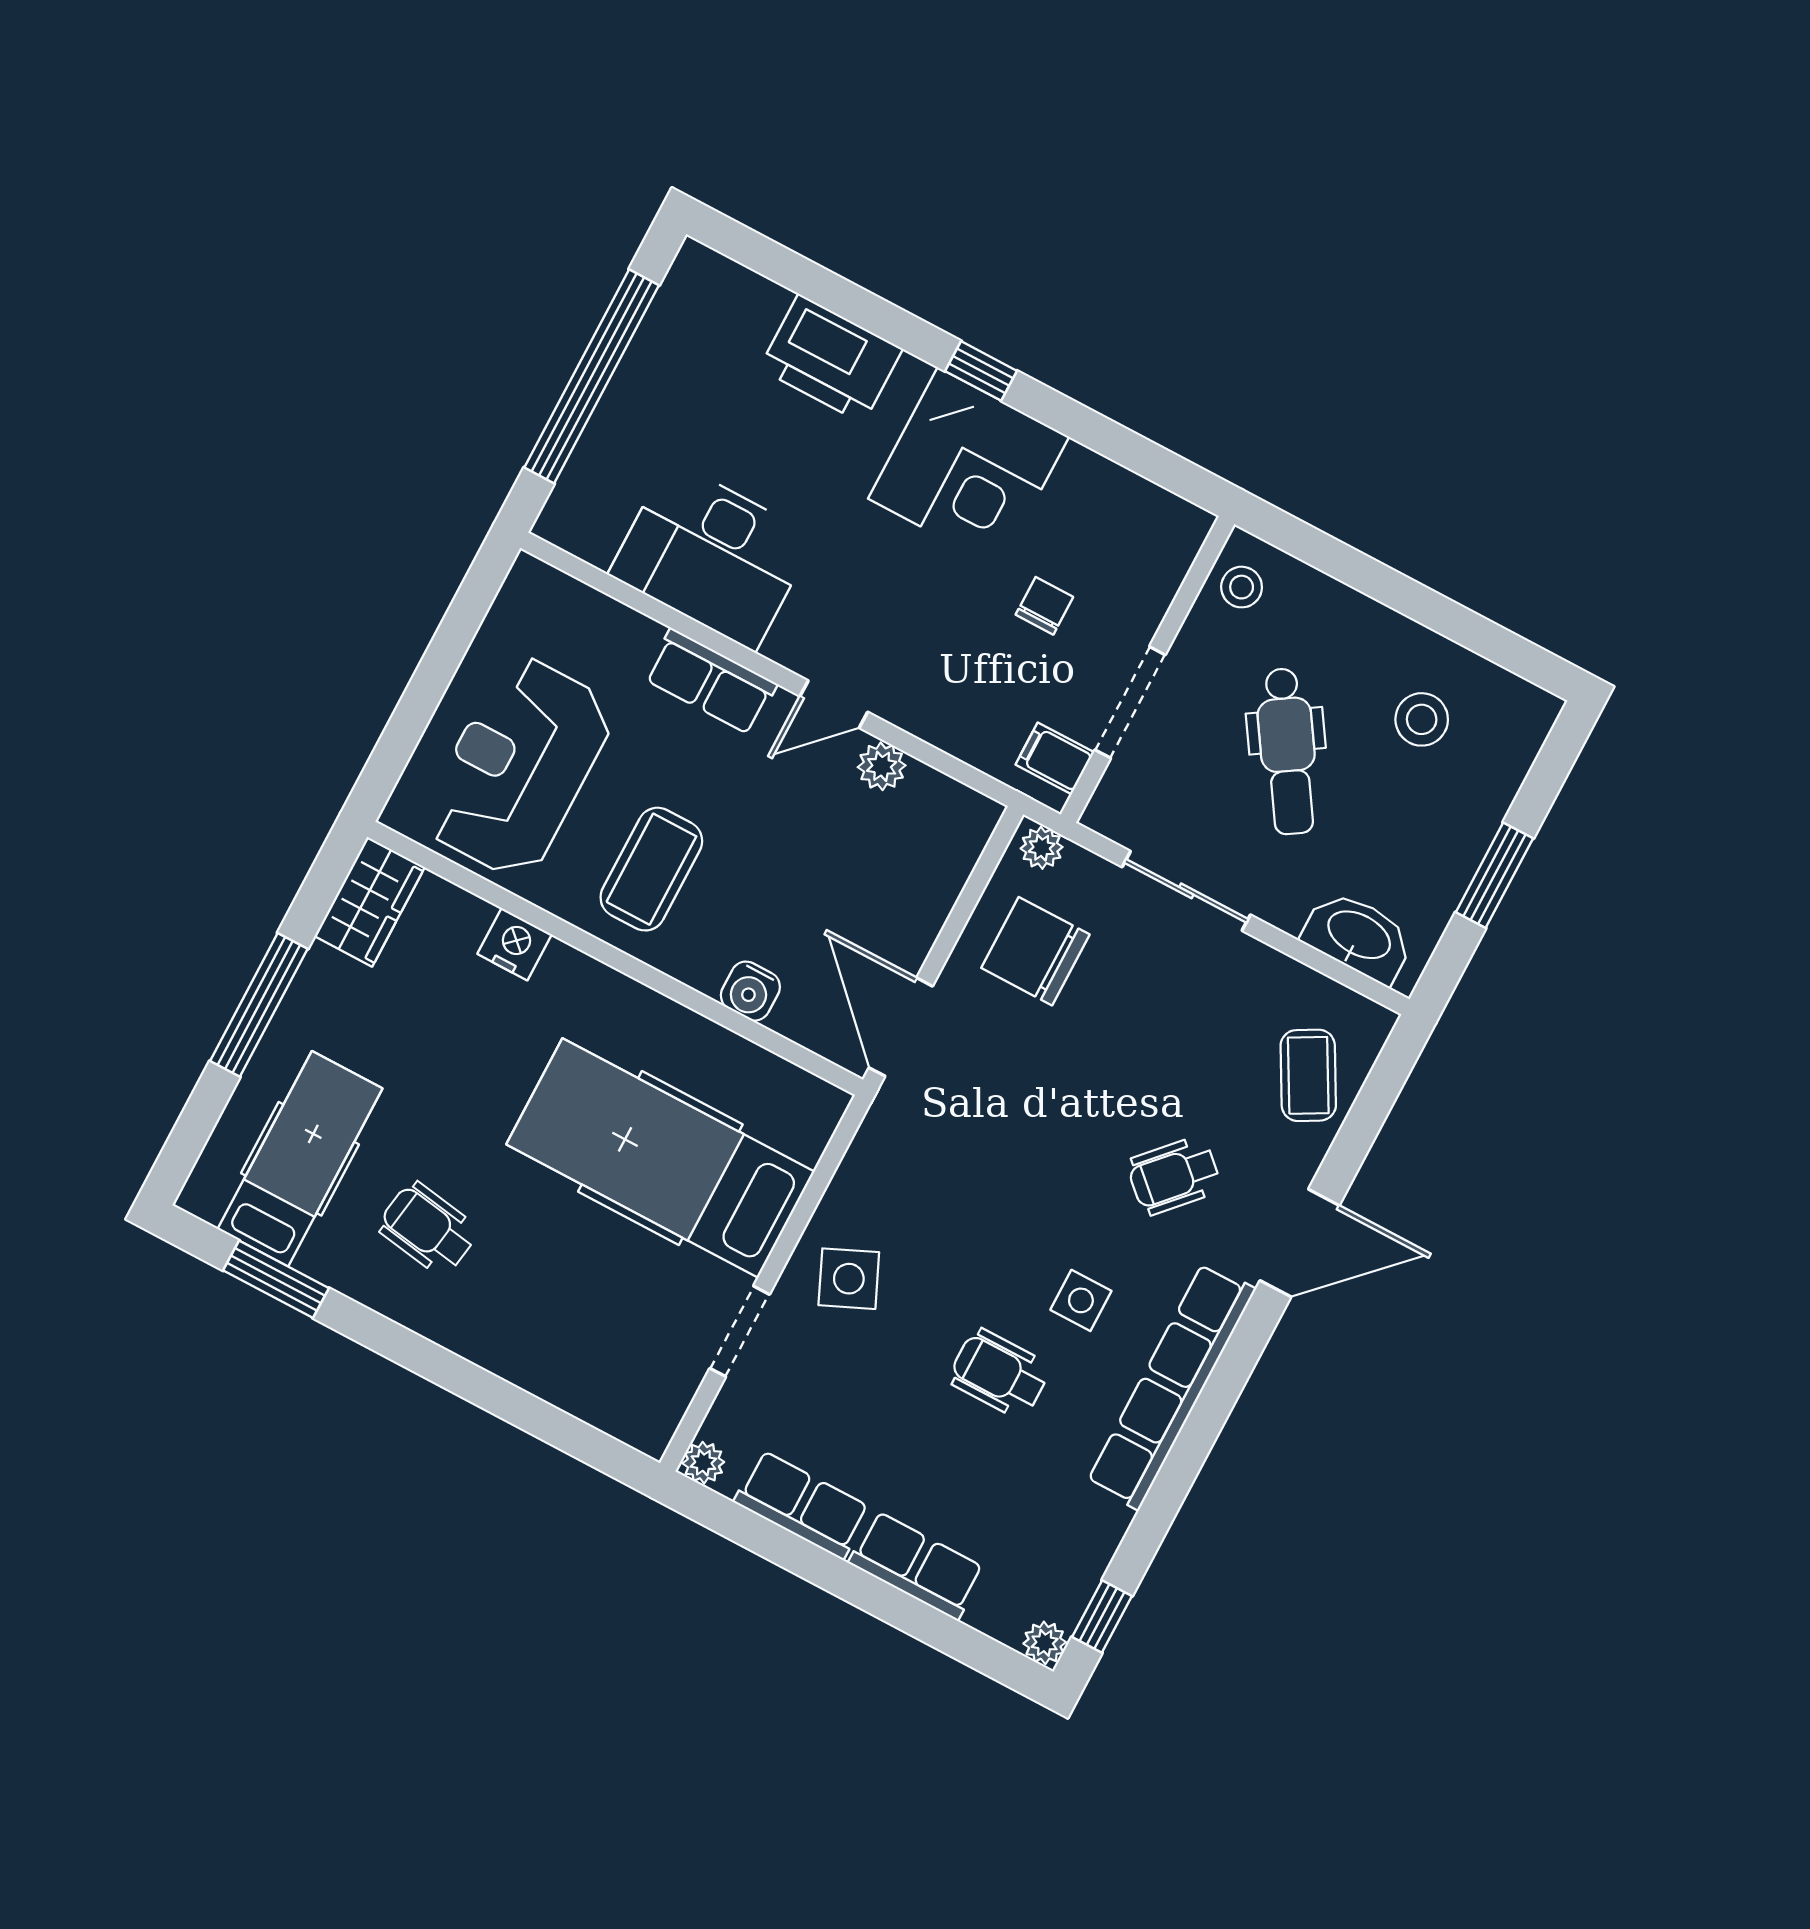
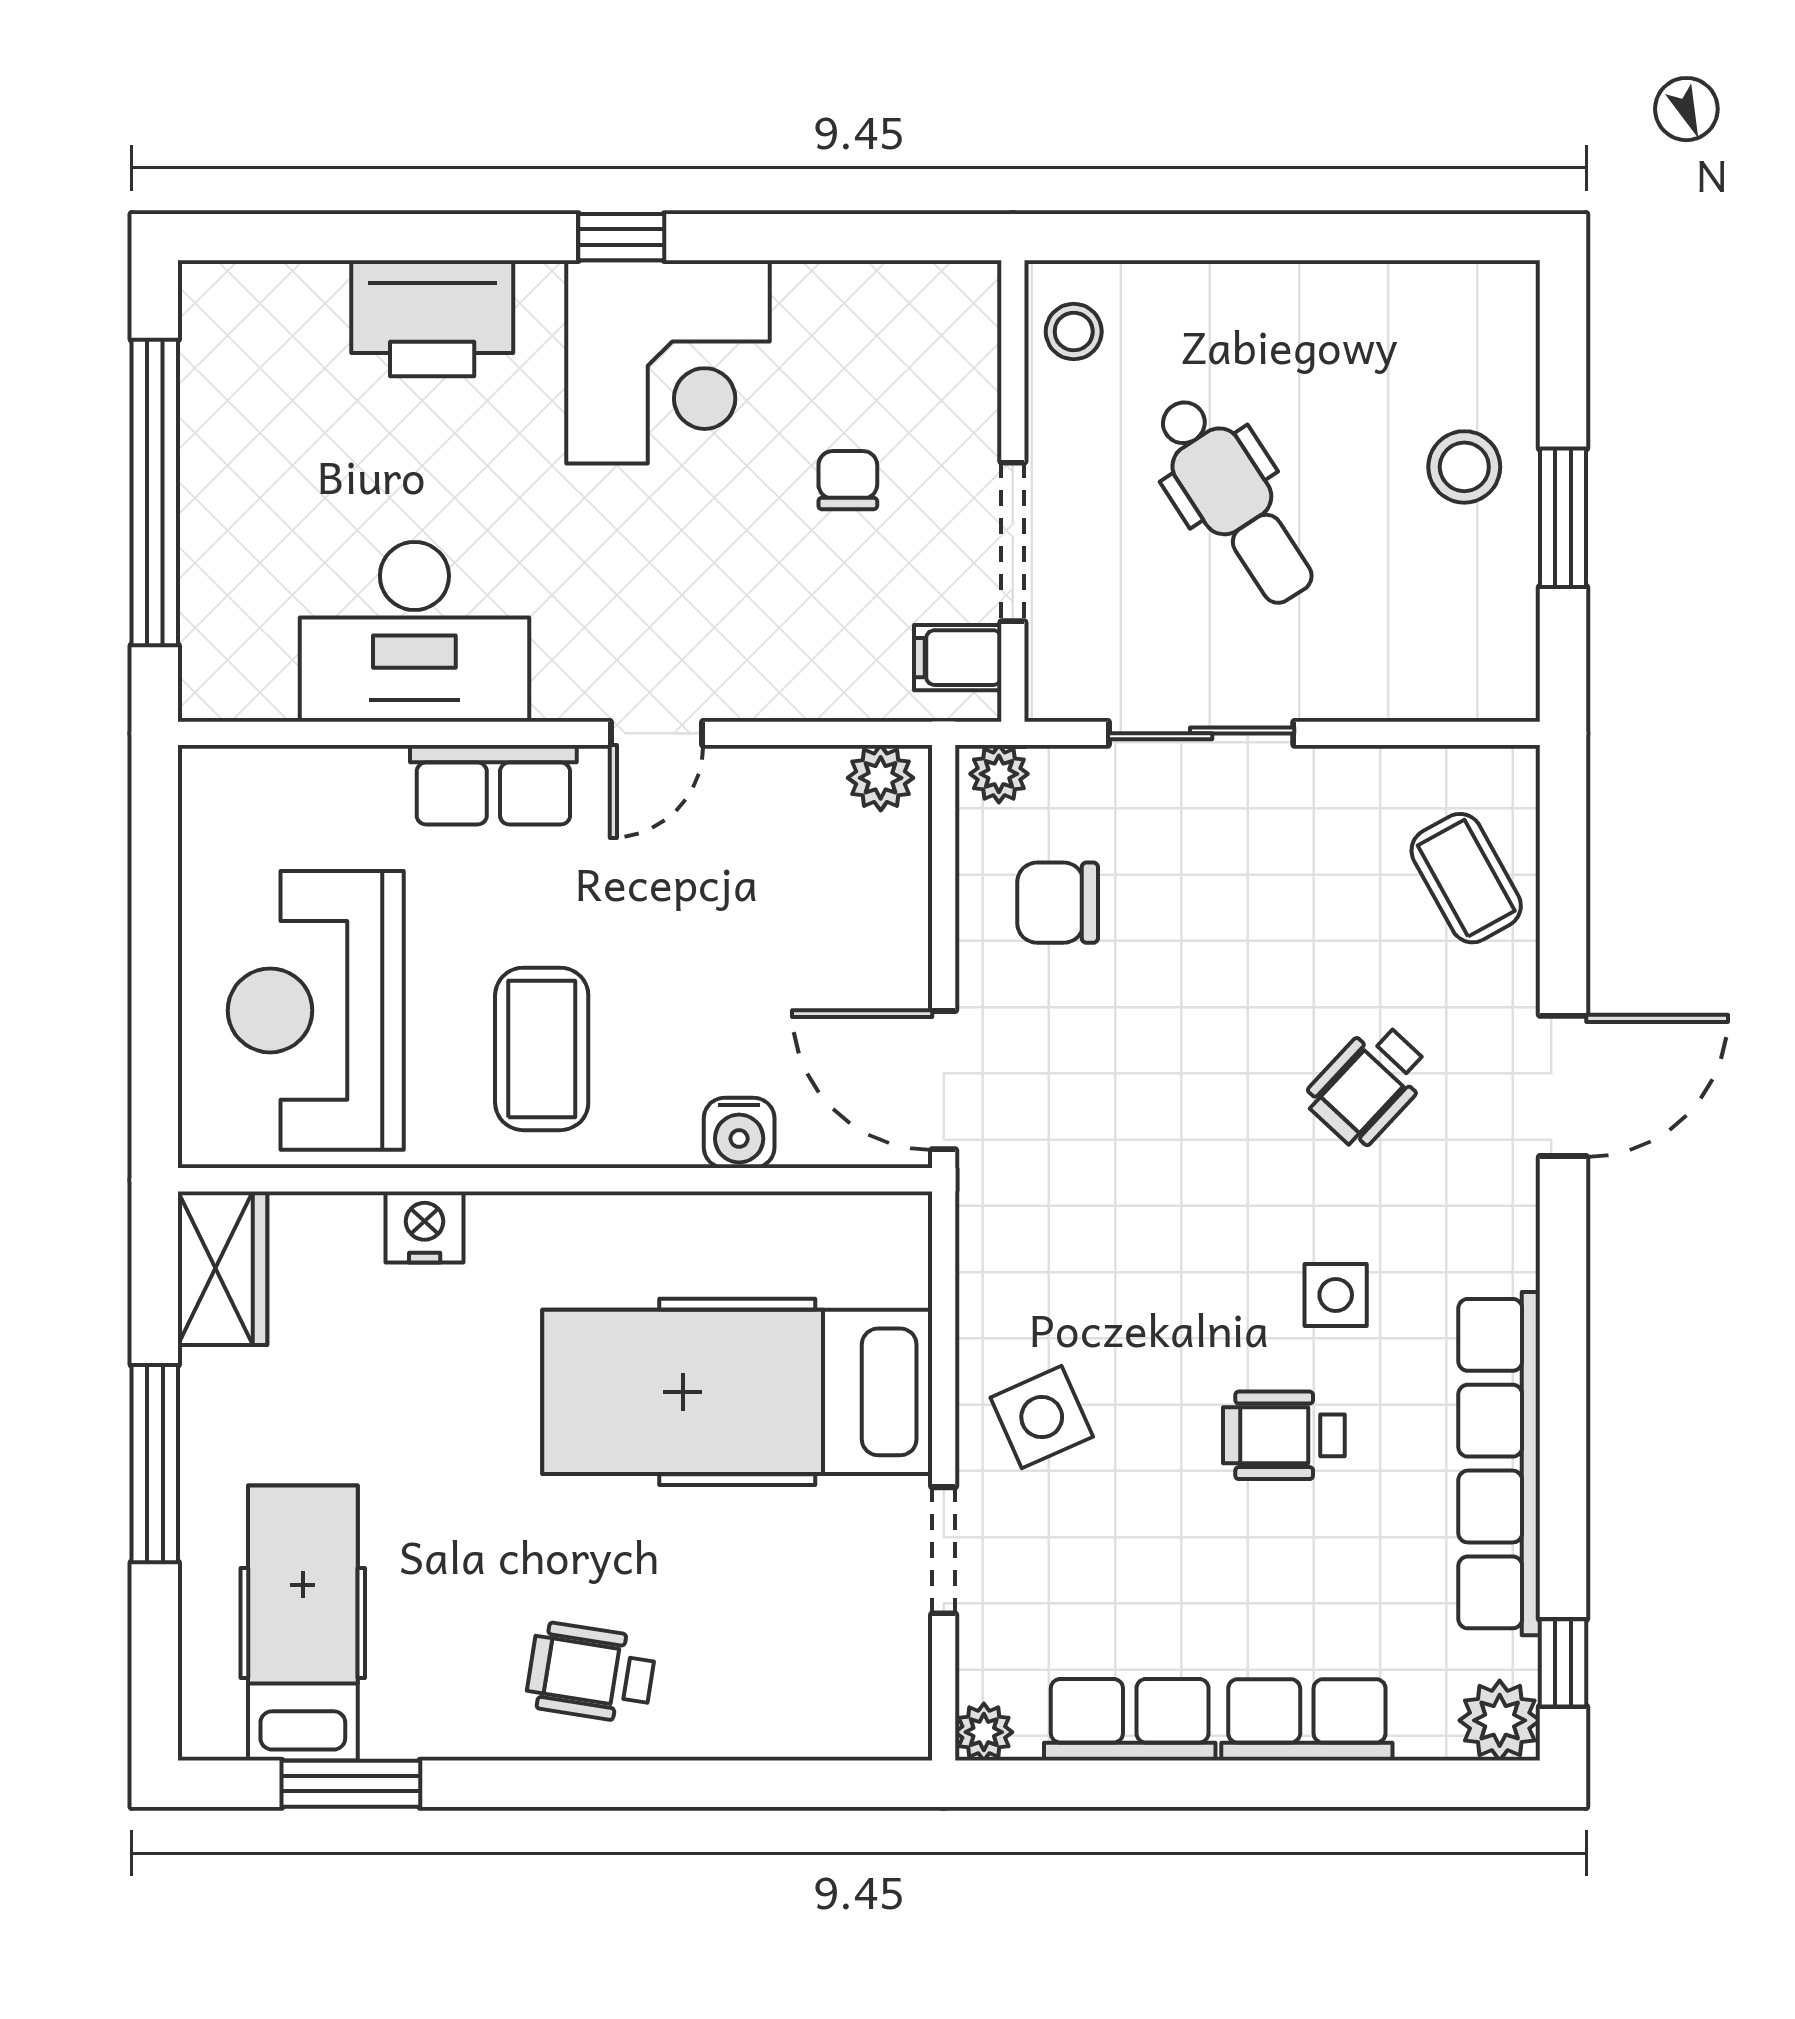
stool: (1422, 719) -> (1464, 467), moved
plant: (882, 766) -> (881, 778), moved
washbasin: (1358, 936) -> (1438, 679), removed
chair: (1035, 951) -> (1058, 903), width x0.73, depth x0.73
wheelchair: (428, 1229) -> (591, 1673), moved
row of seats: (1171, 1386) -> (1499, 1464), moved
plant: (1045, 1643) -> (1500, 1720), width x1.38, depth x1.38

